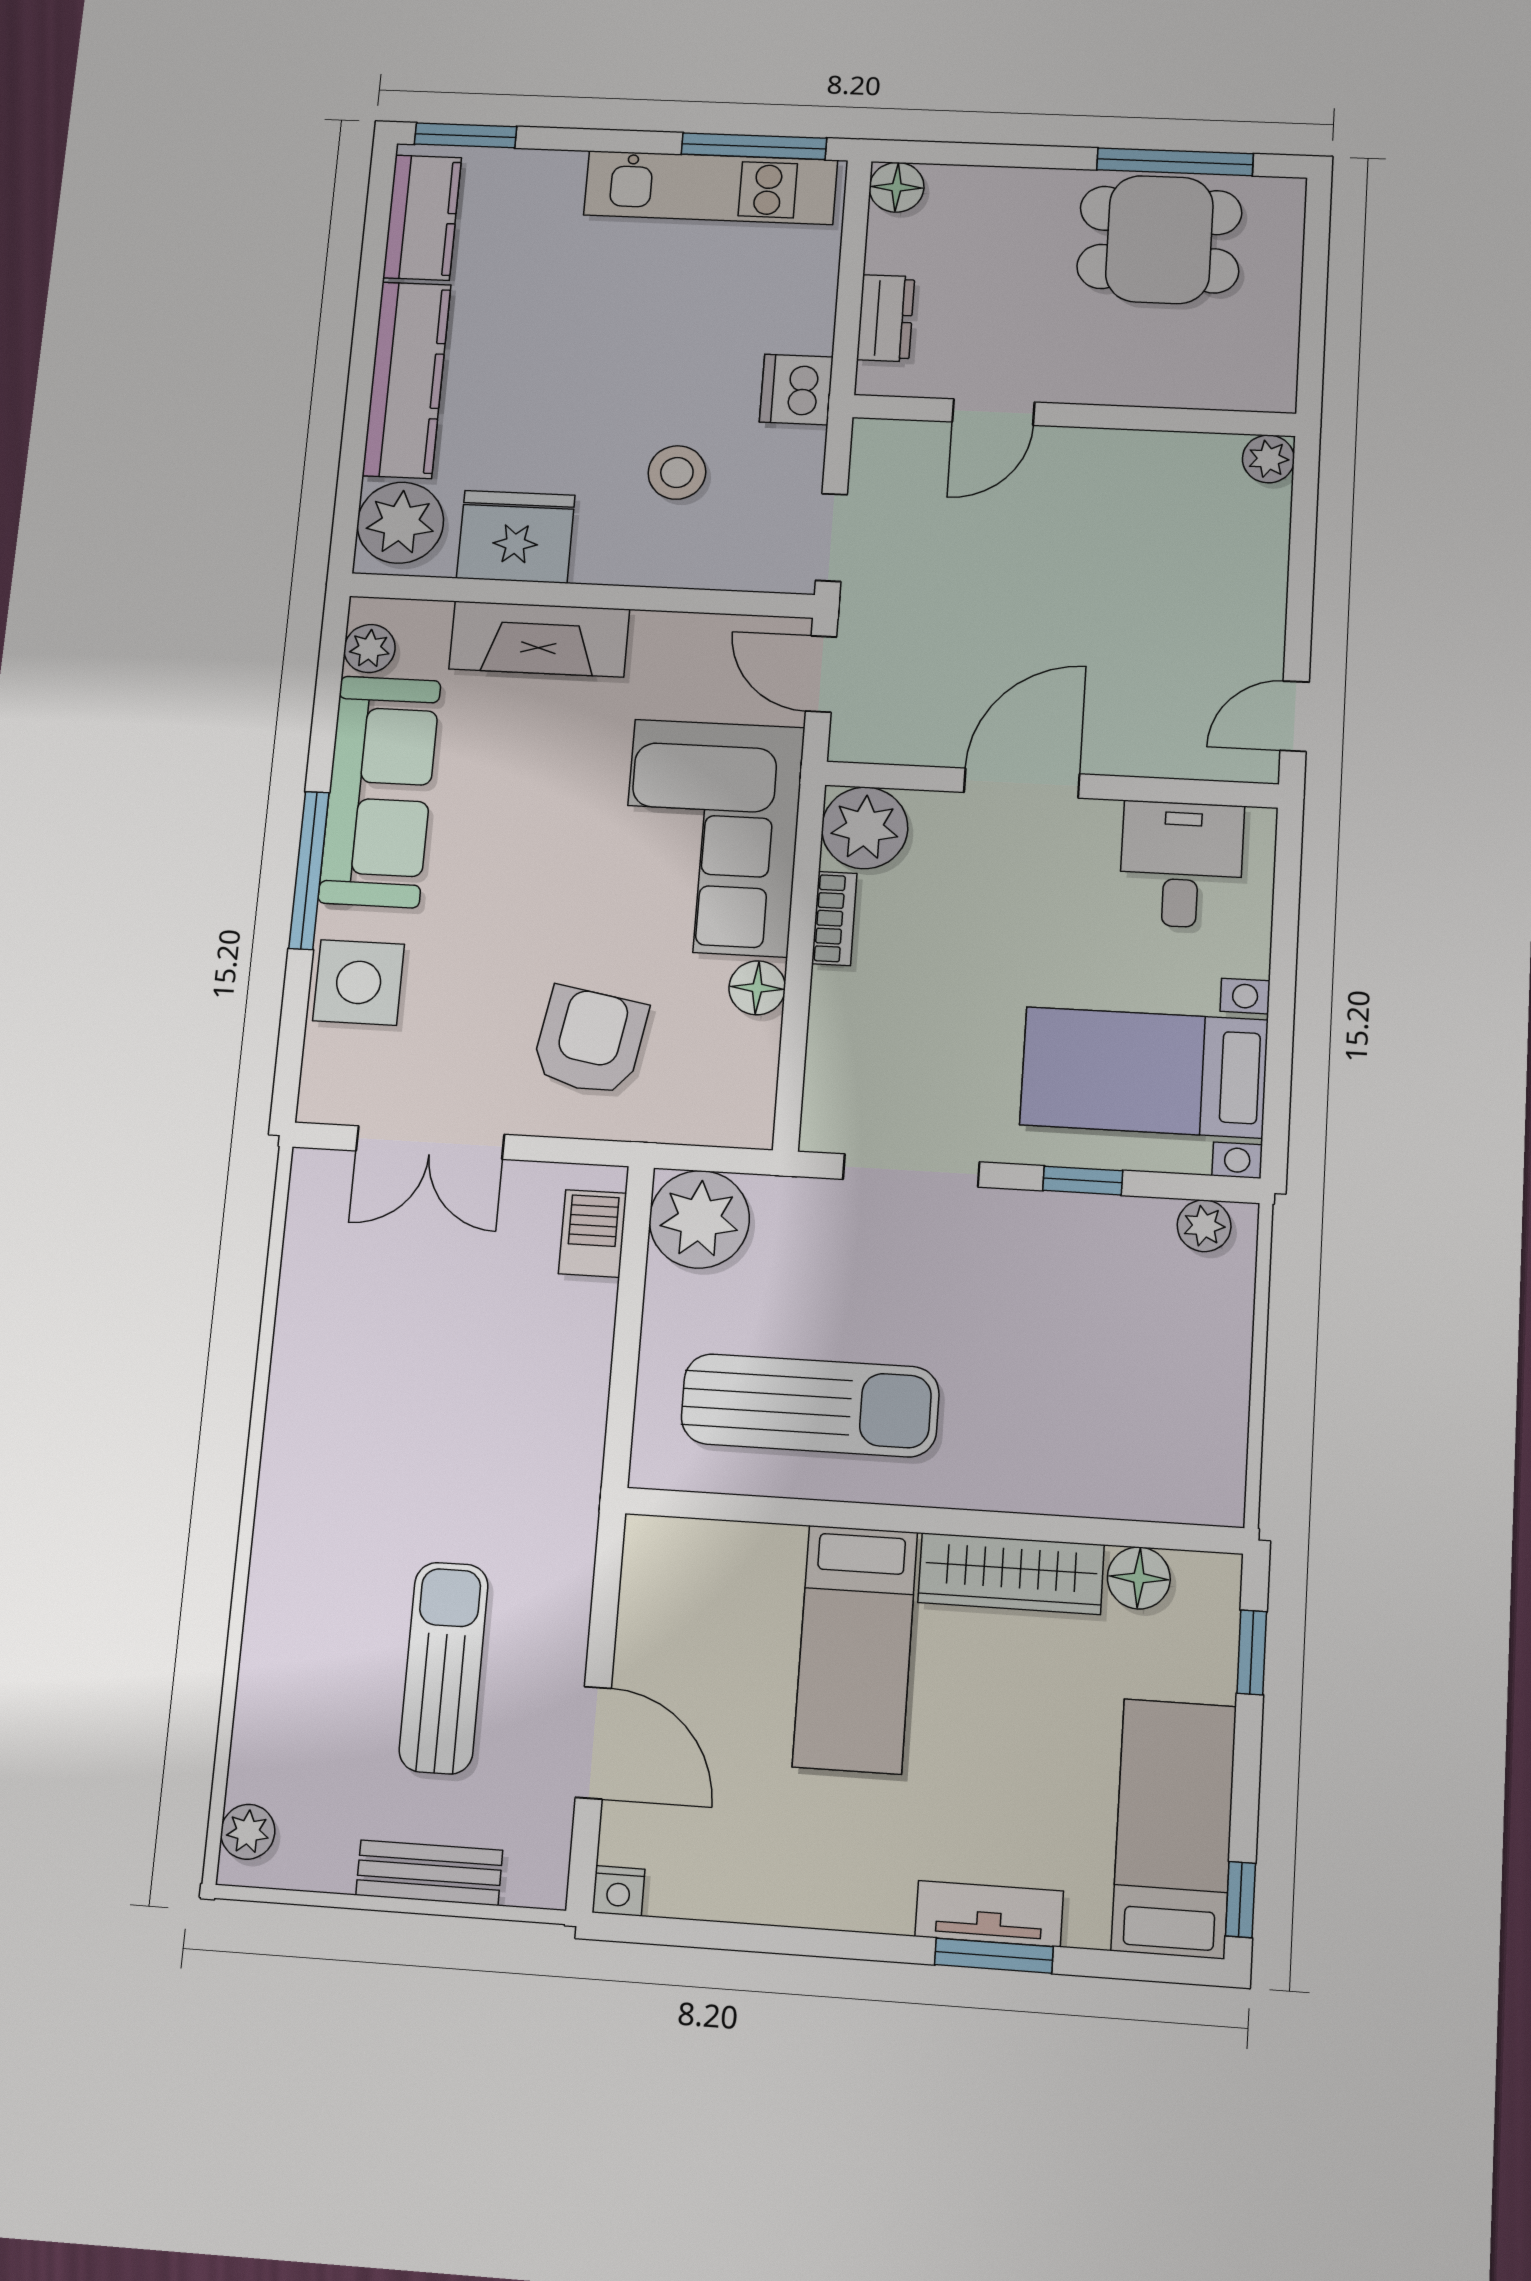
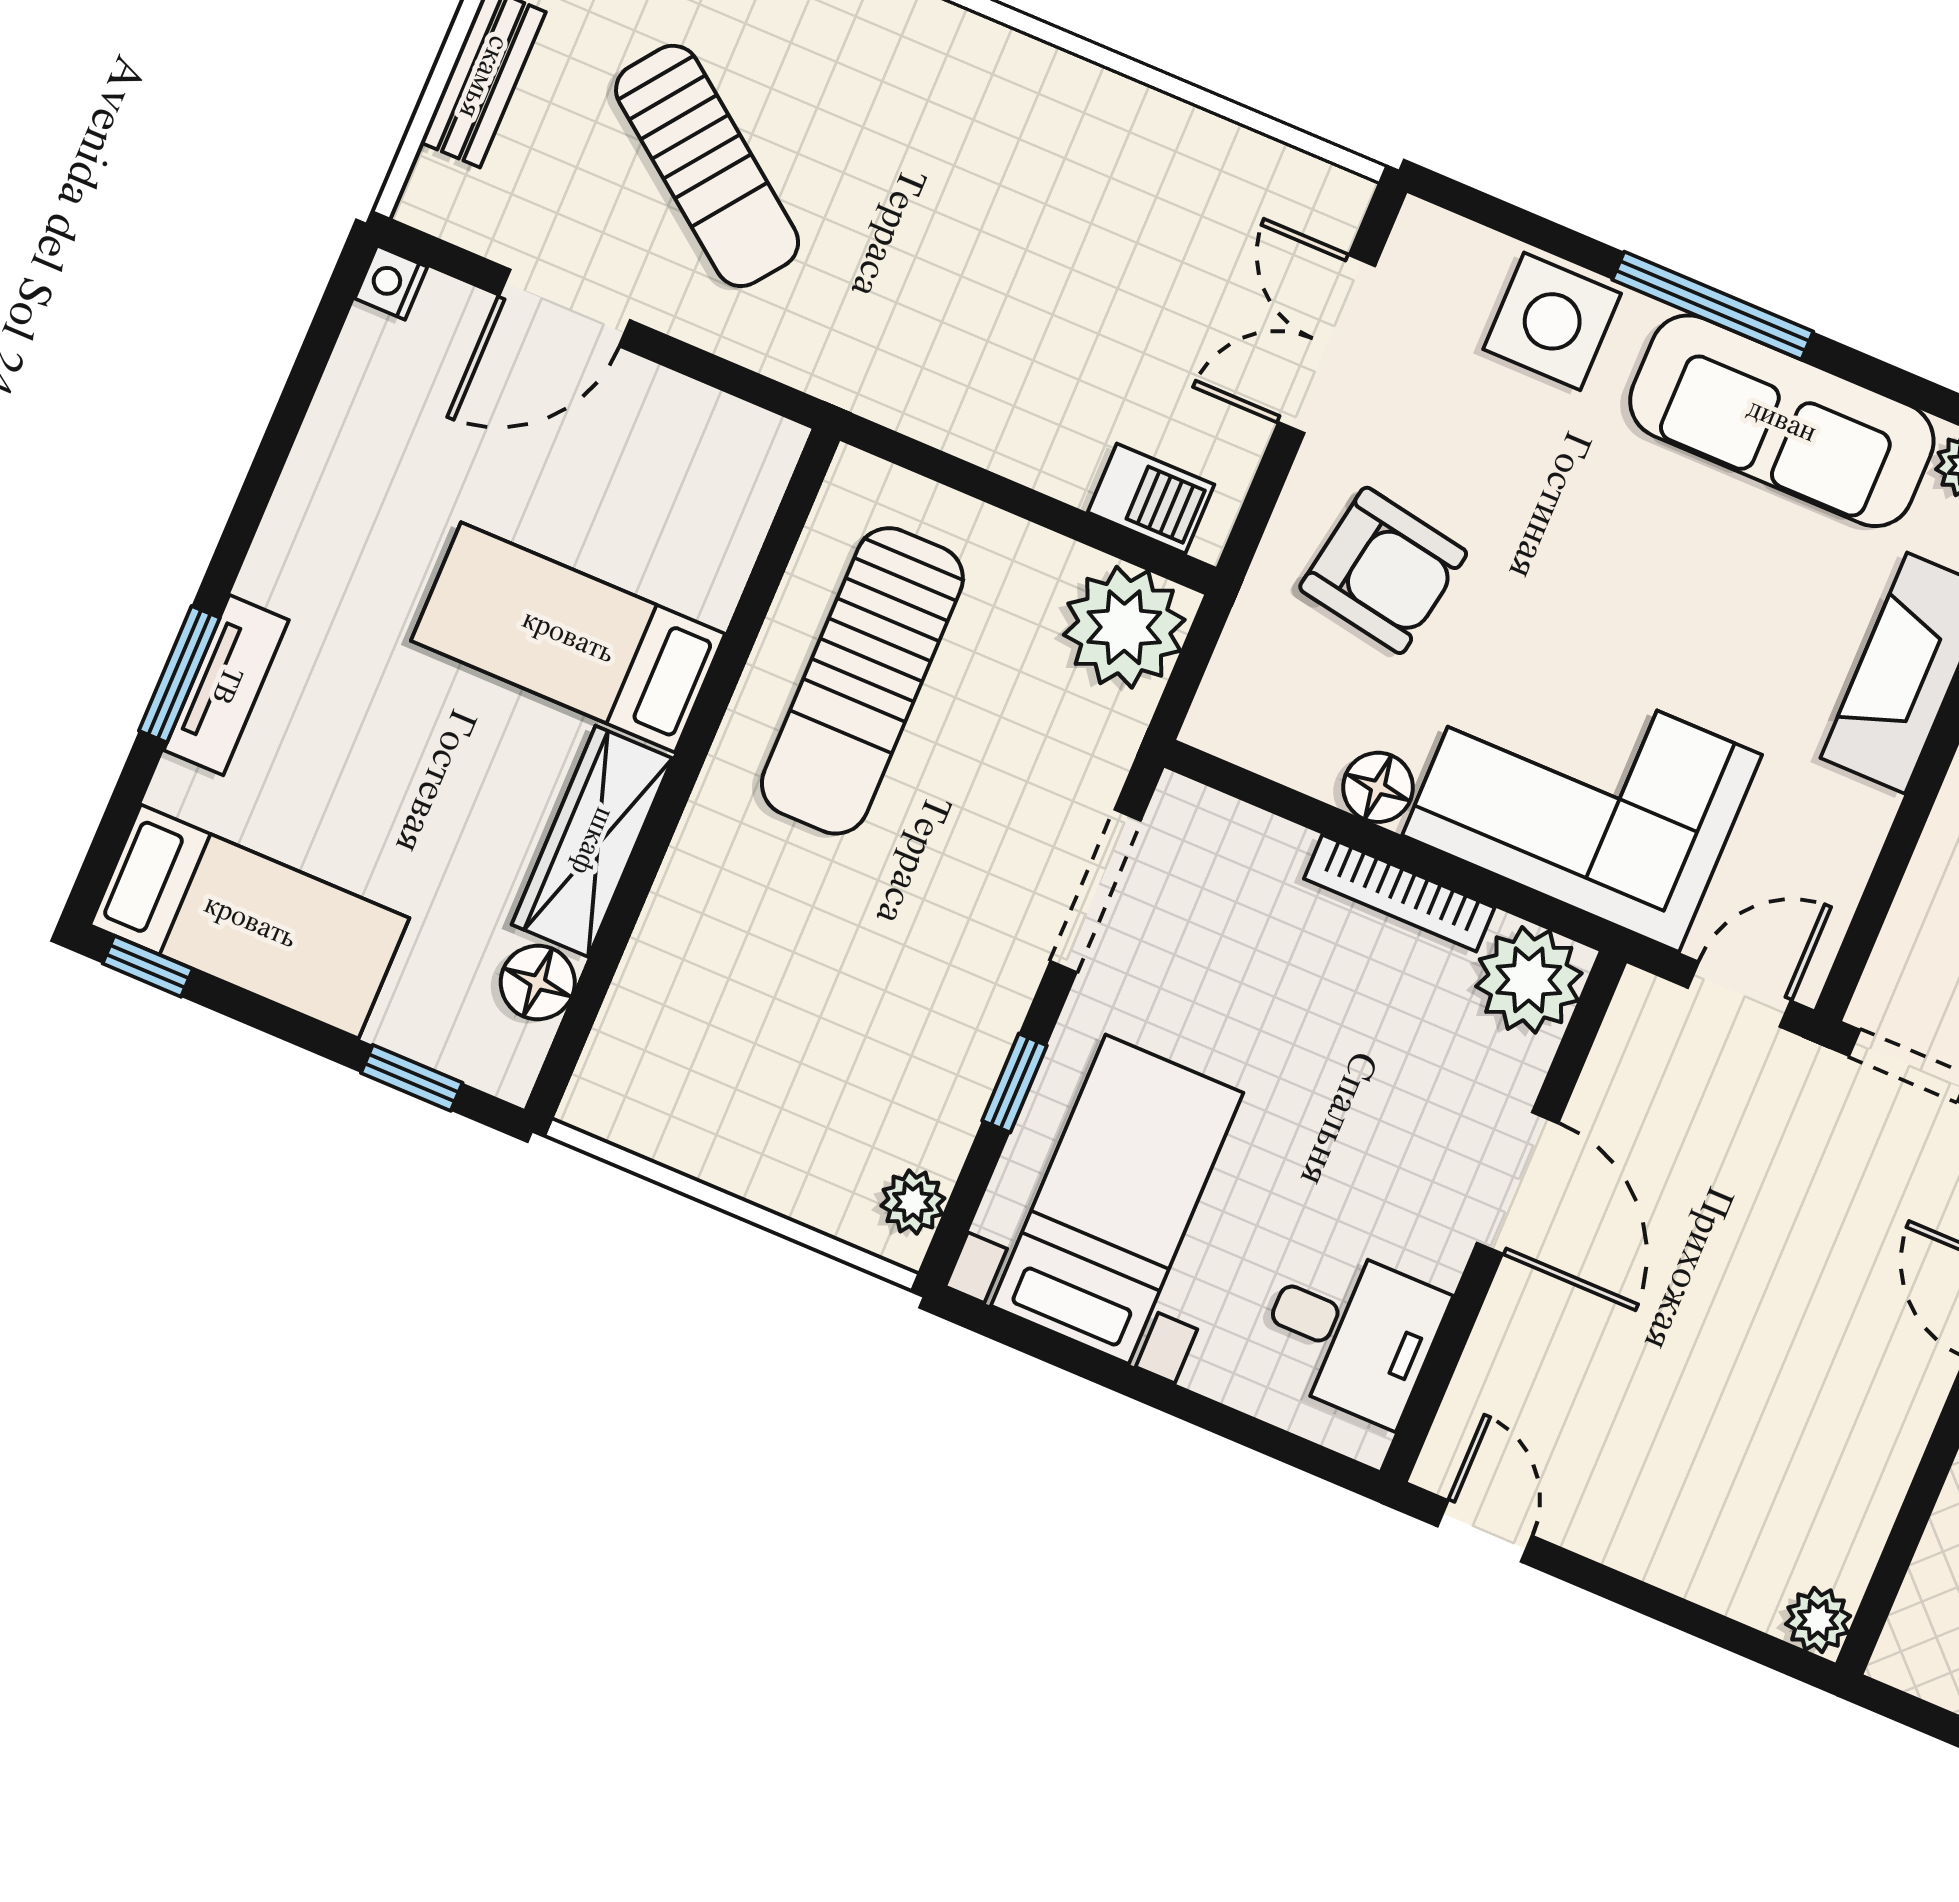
bookcase: (834, 918) -> (1399, 893), width x1.56
sun lounger: (444, 1668) -> (707, 166), turned 37

